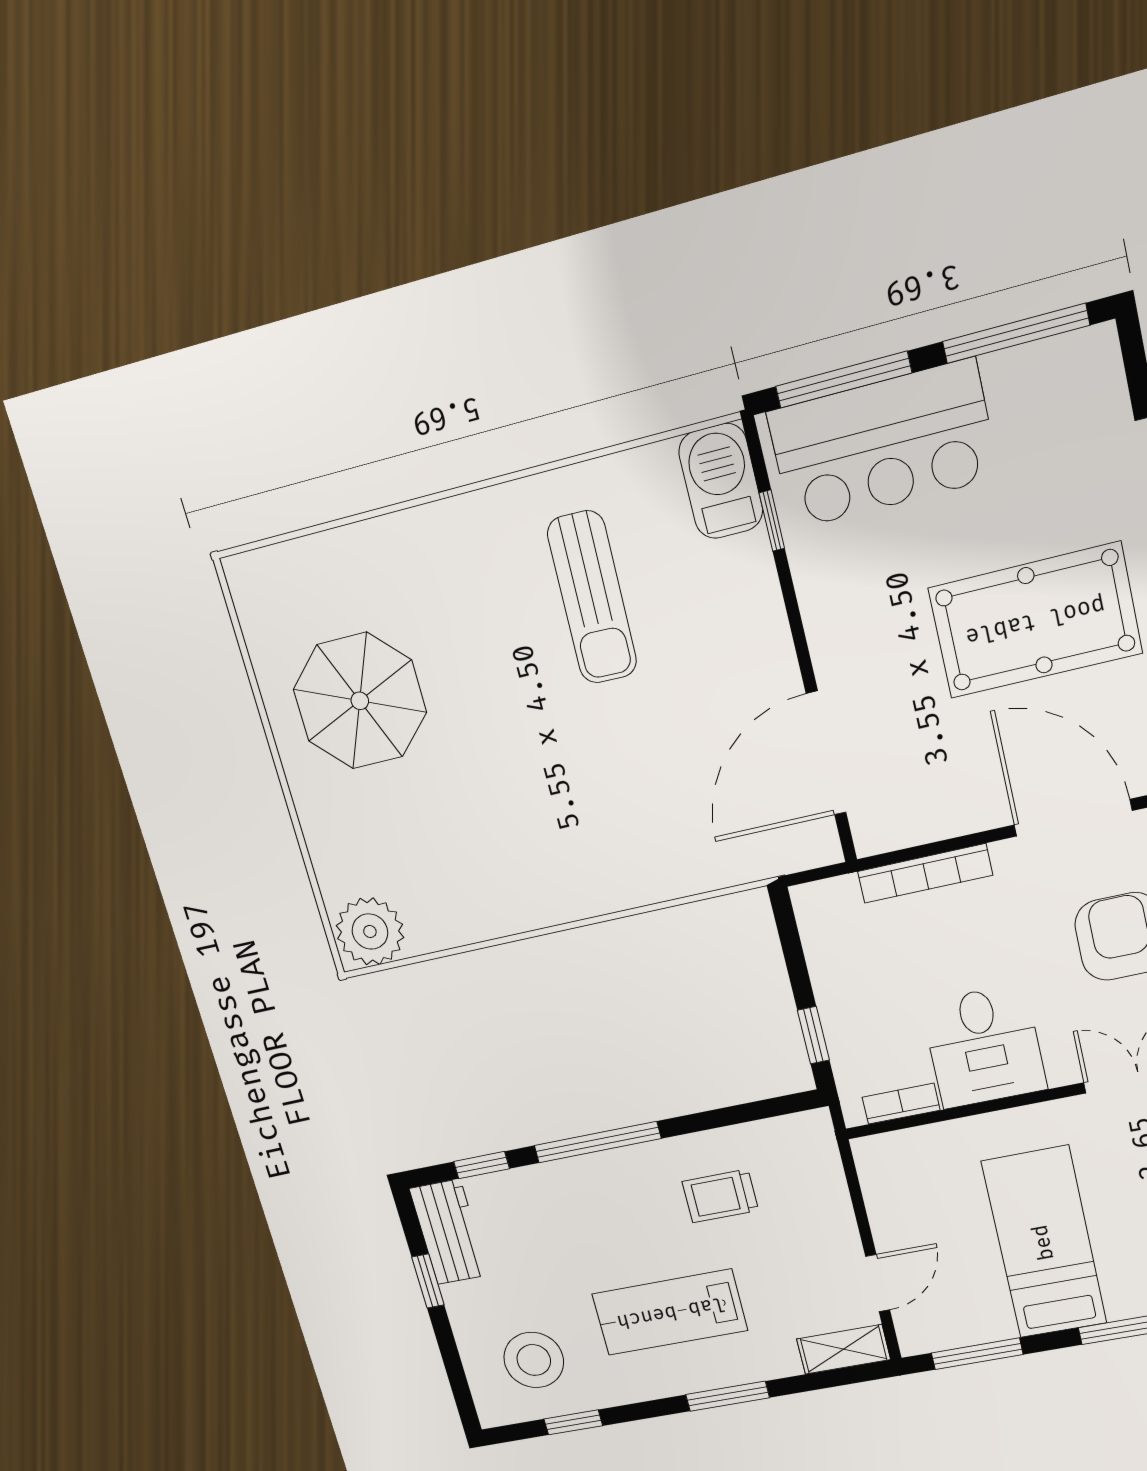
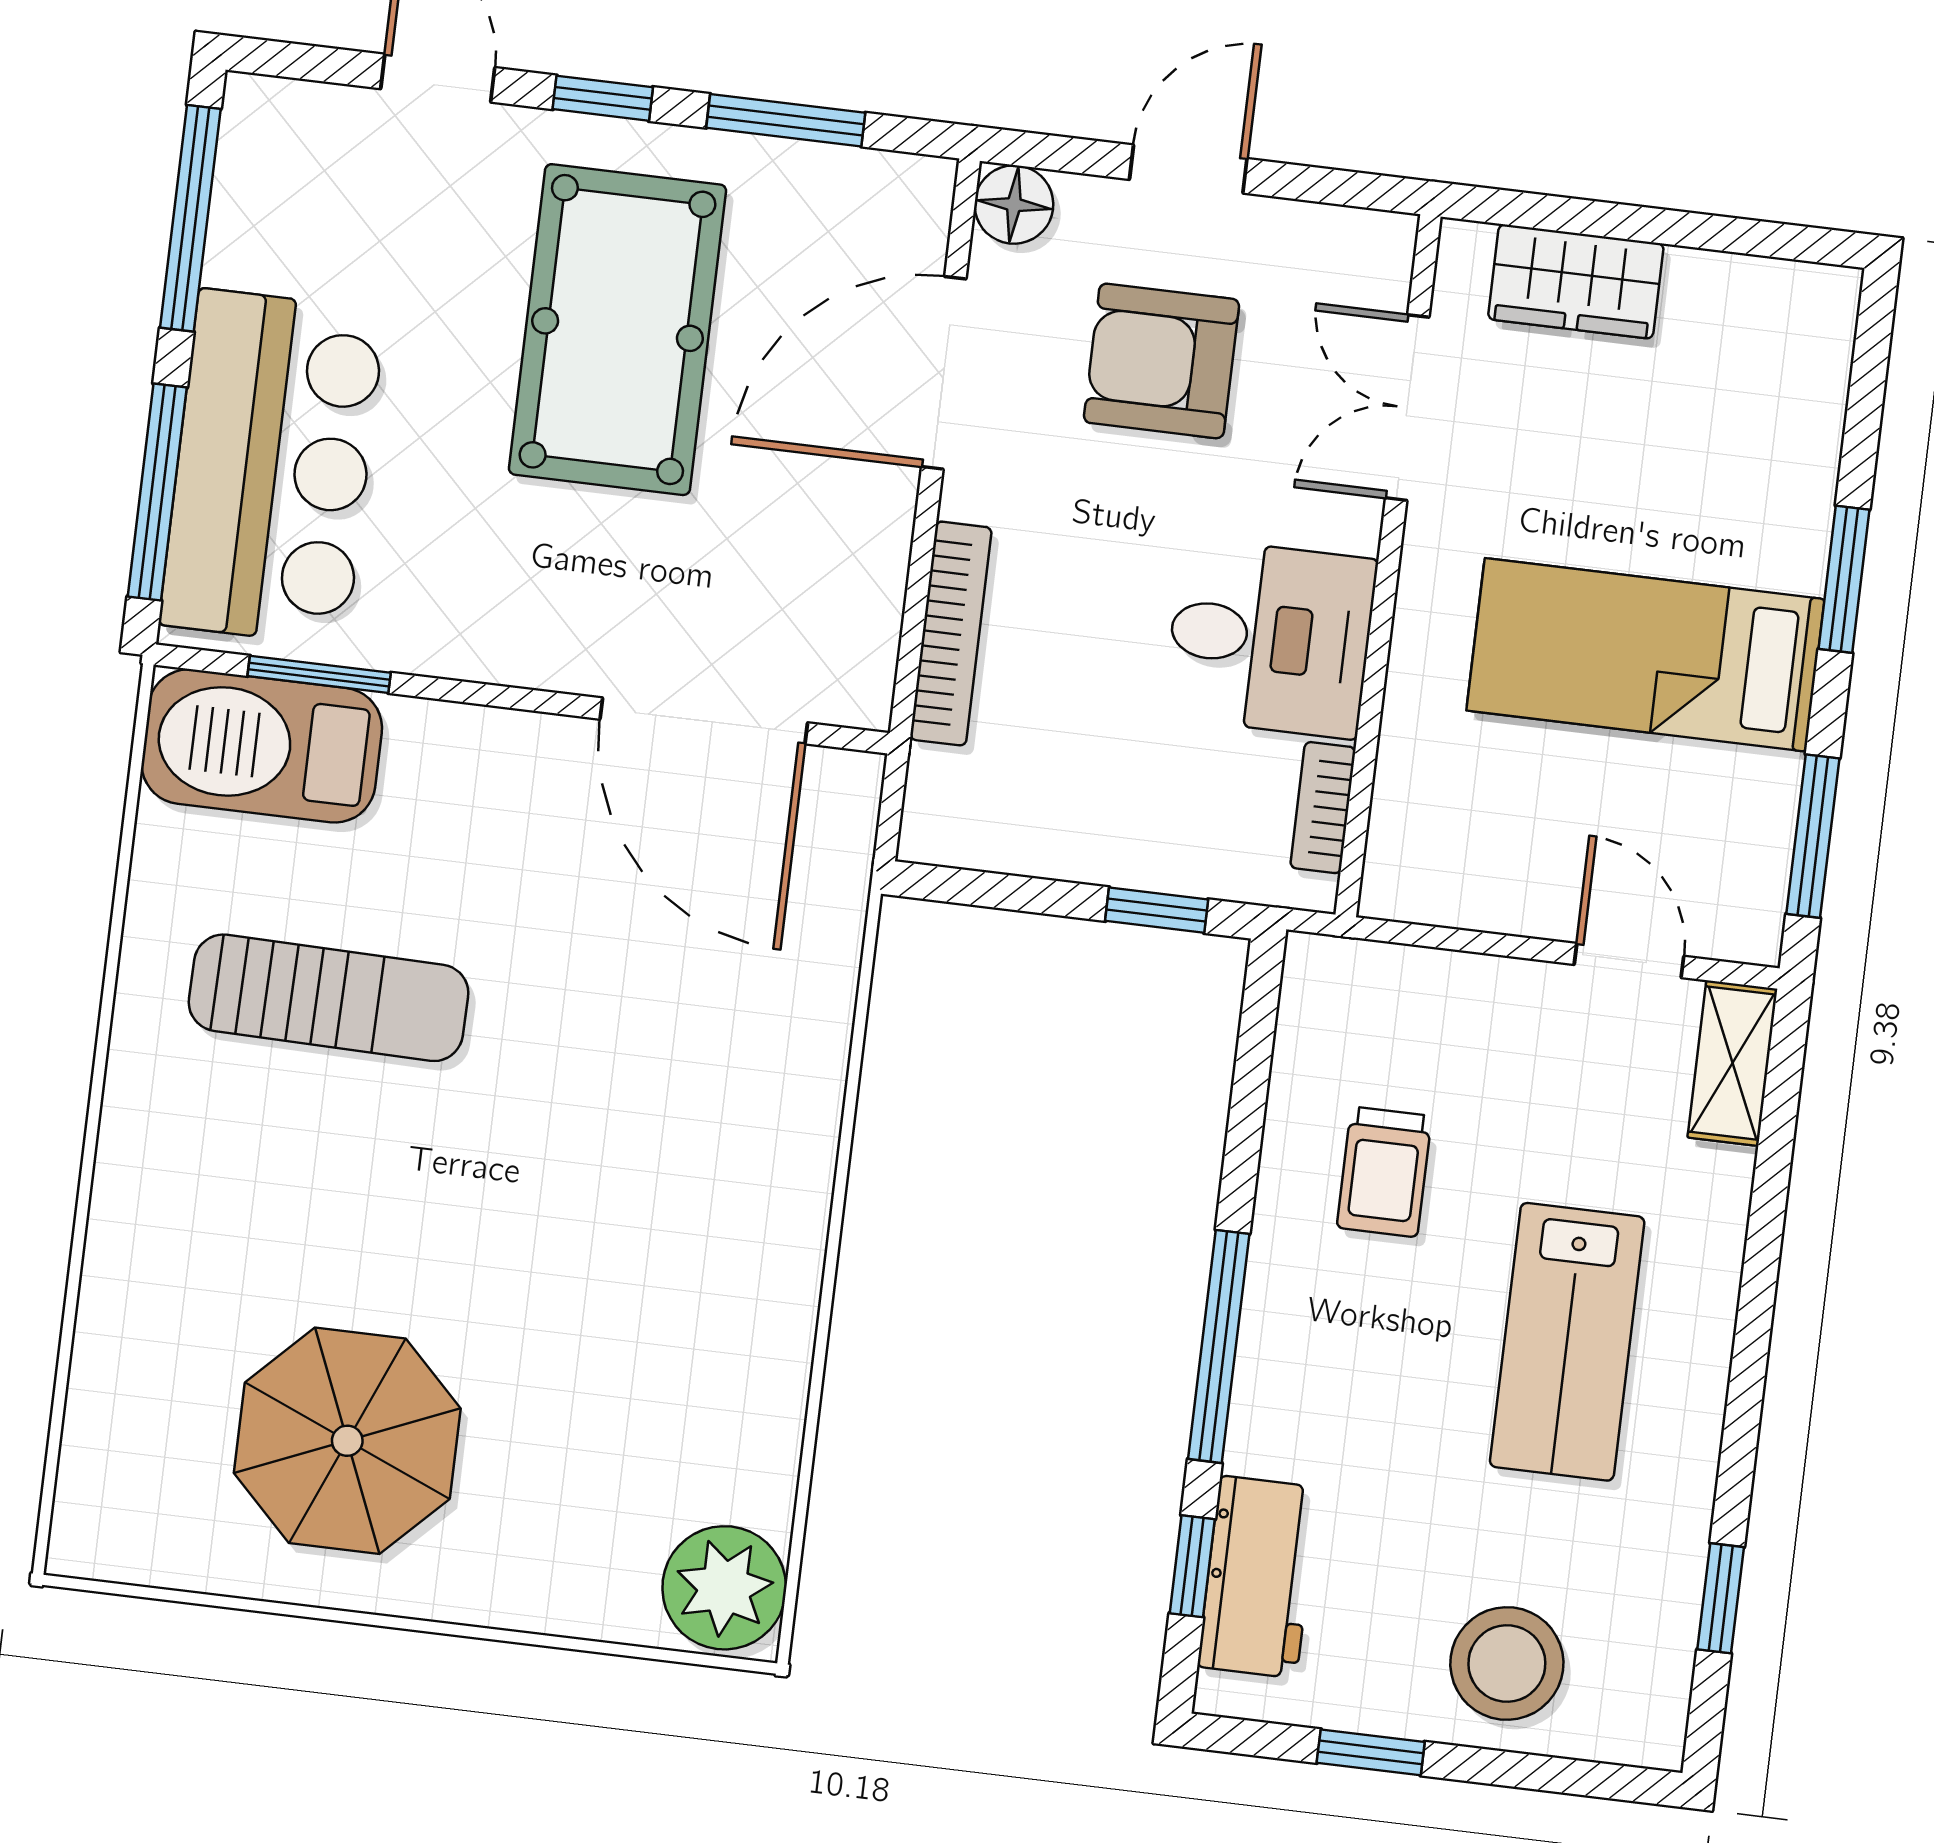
barbecue: (721, 481) -> (262, 746), width x1.37, depth x1.21
window: (772, 521) -> (319, 674), width x1.50
workbench: (449, 1232) -> (1258, 1577), moved, turned 90
stool: (534, 1360) -> (1507, 1663), moved
window: (728, 1396) -> (1757, 1300), removed

